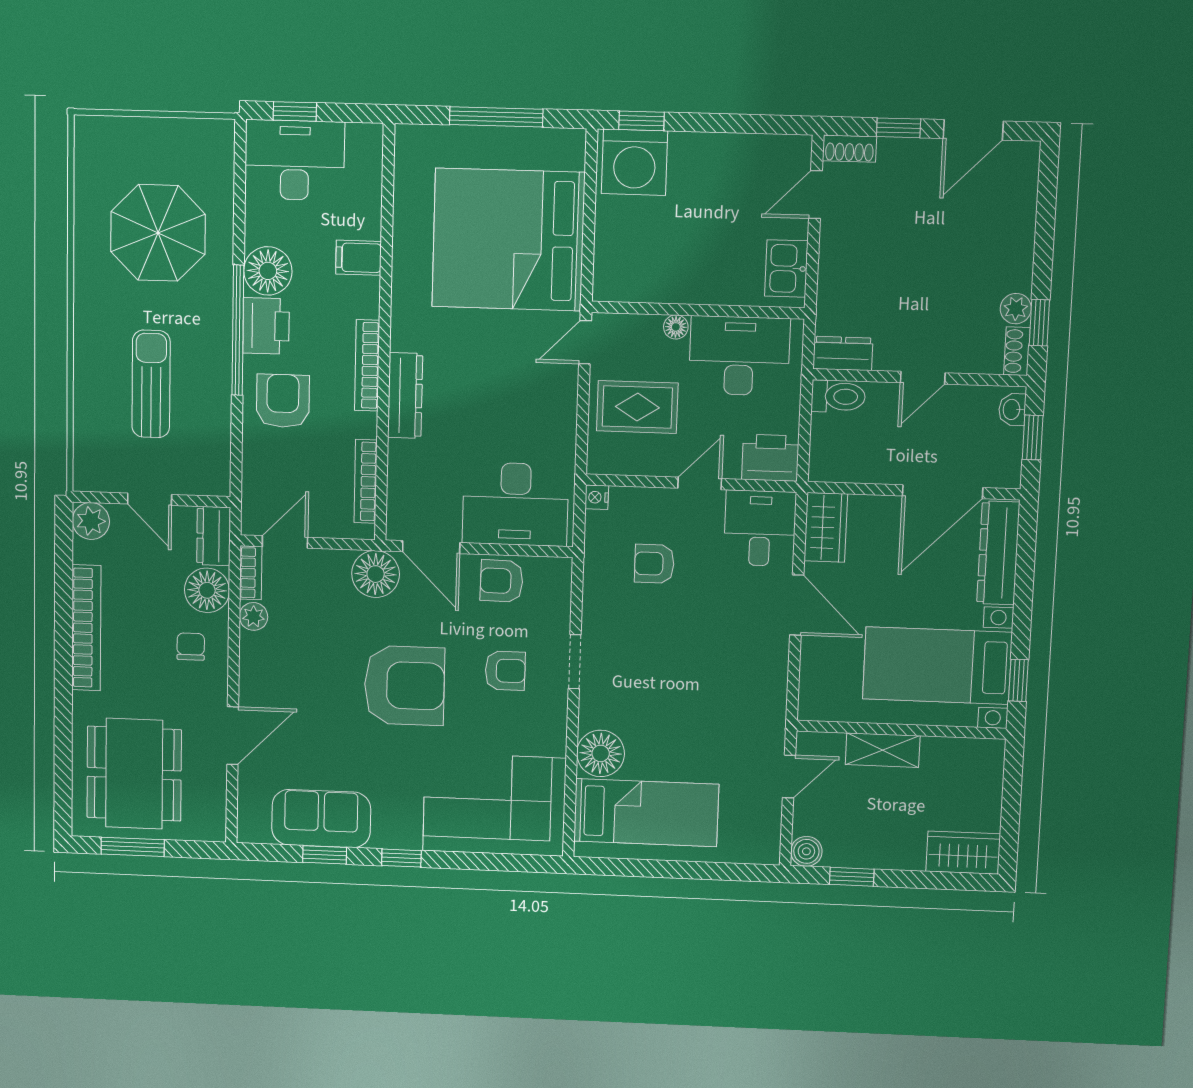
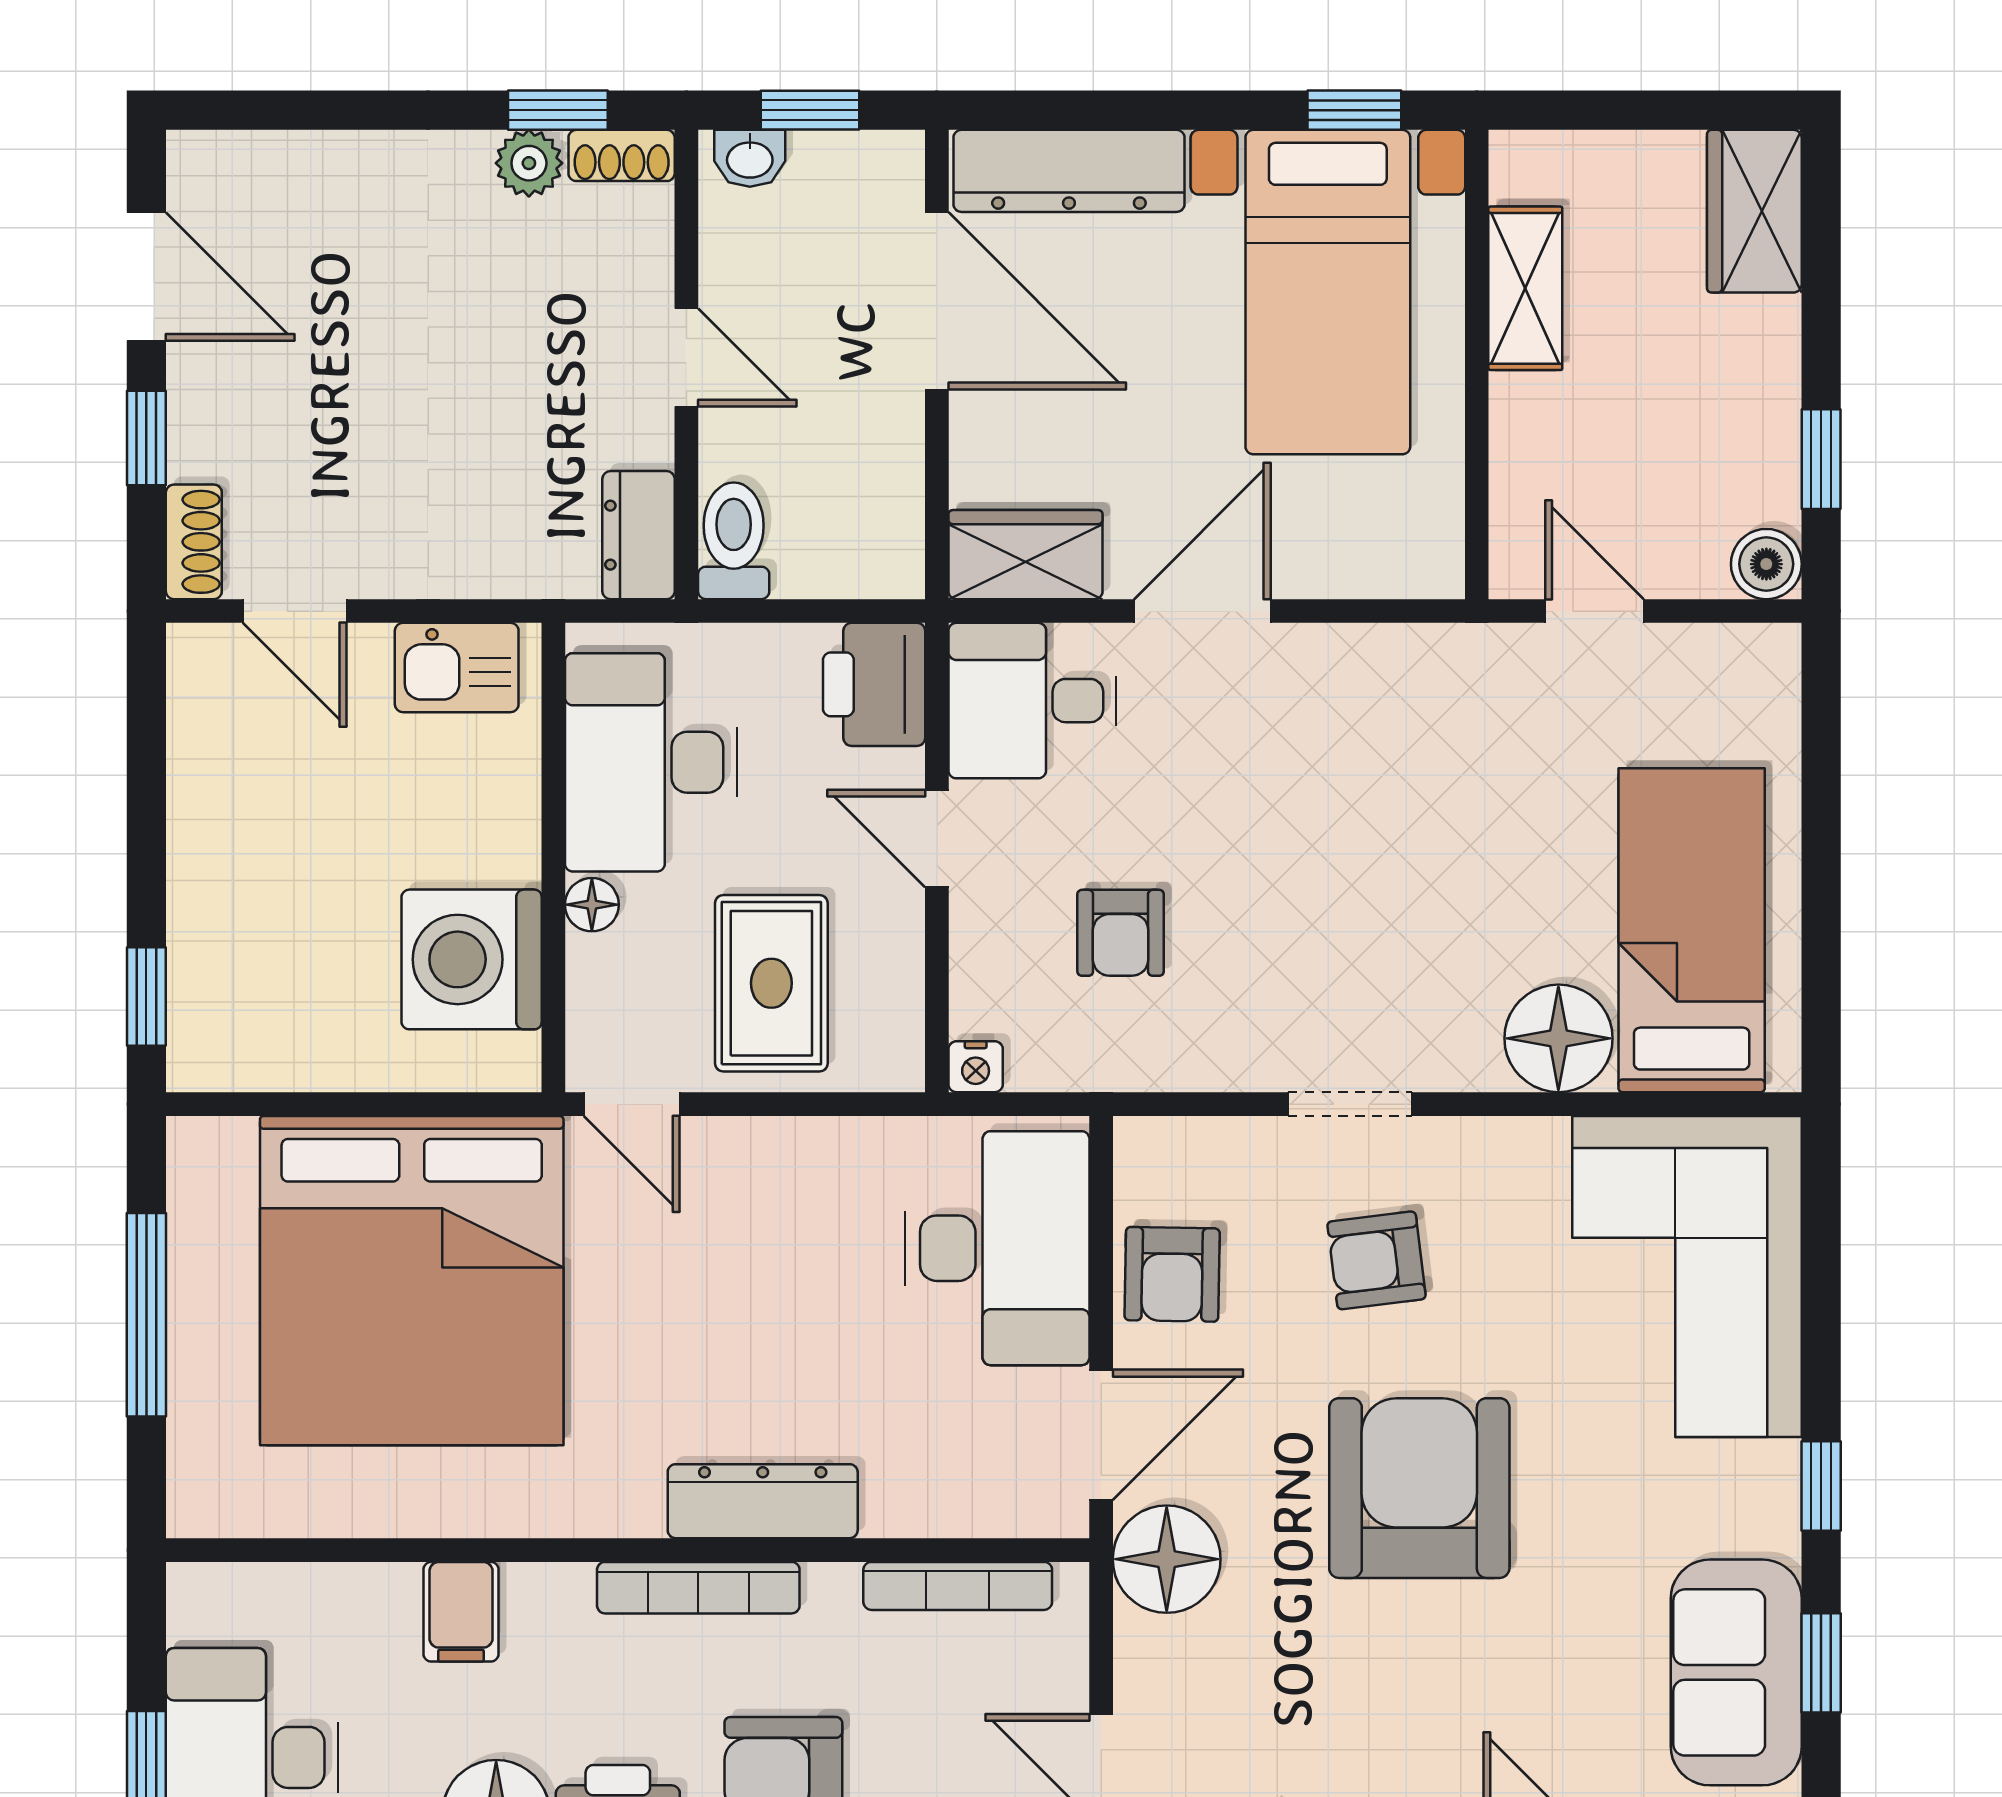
washing machine: (634, 162) -> (472, 959), moved, turned 180
armchair: (505, 671) -> (1377, 1260), turned -97
shelving: (883, 750) -> (1525, 288), moved

